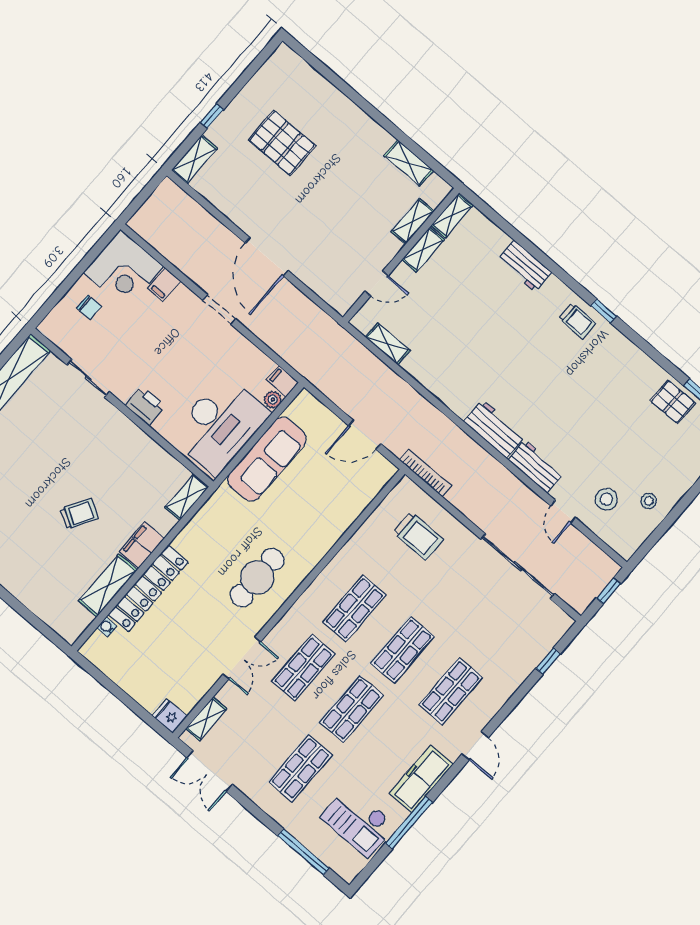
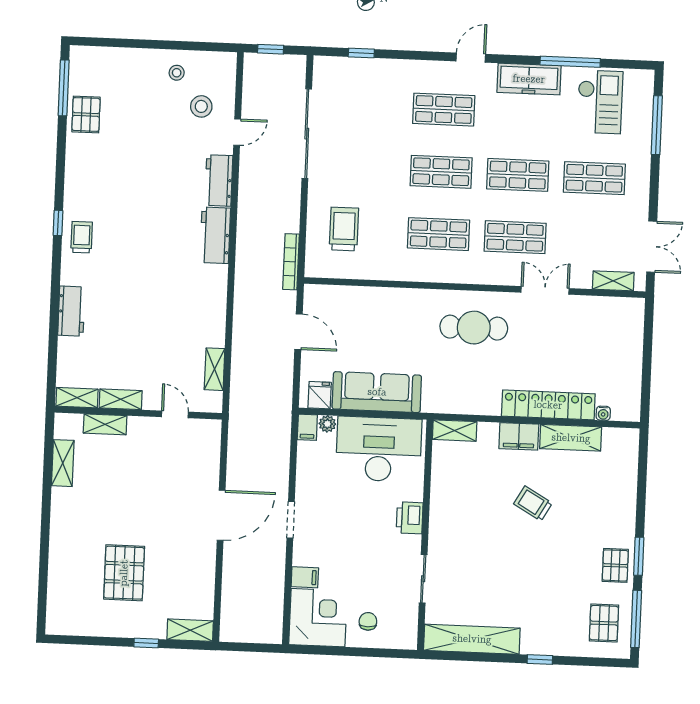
fridge: (170, 716) -> (320, 395), moved, turned 180

